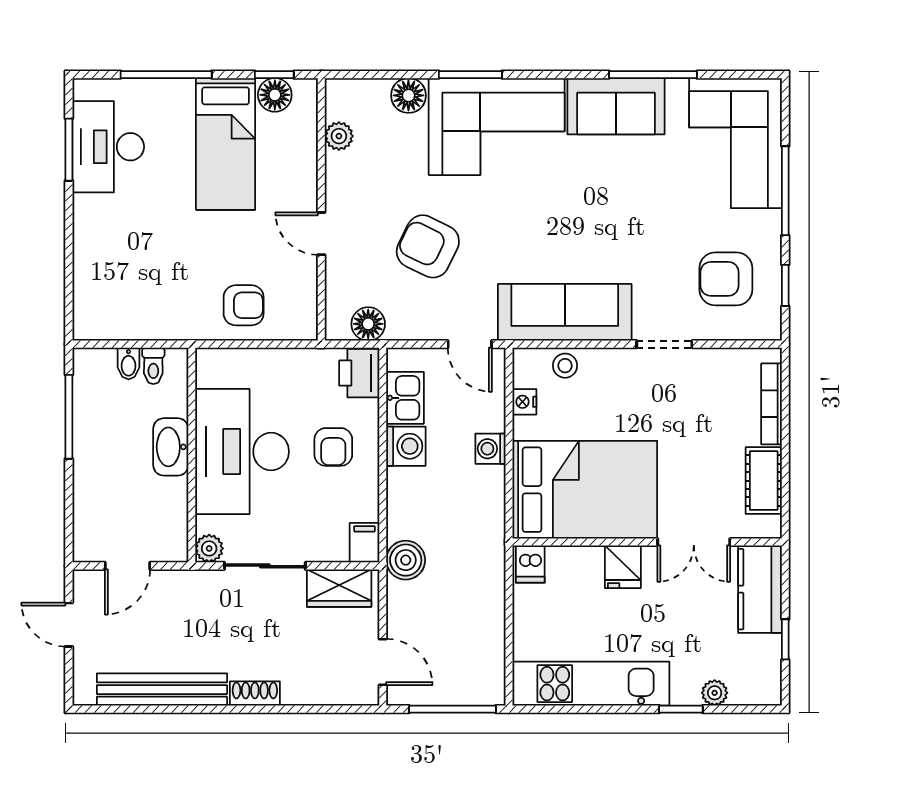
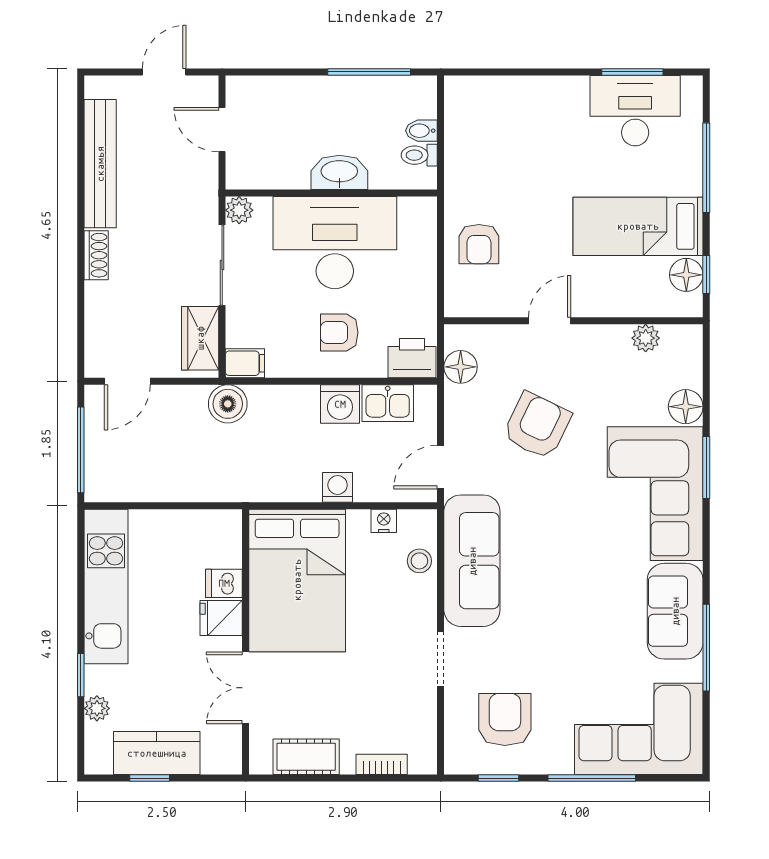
bookcase: (772, 404) -> (382, 764), width x0.64
dishwasher: (530, 564) -> (224, 583), moved
kitchen counter: (760, 589) -> (157, 753), moved

